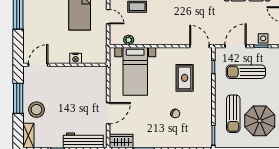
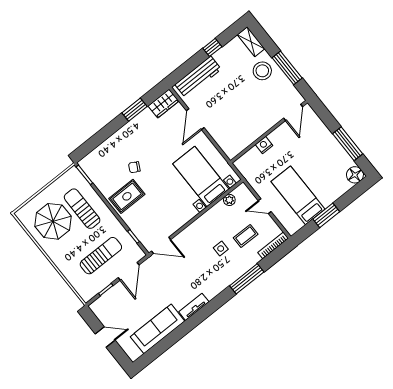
side table: (263, 38) -> (221, 249), moved
rug: (185, 78) -> (127, 196), moved, turned 90

